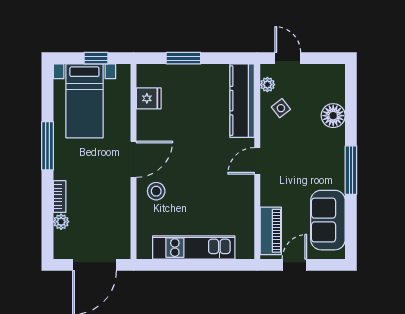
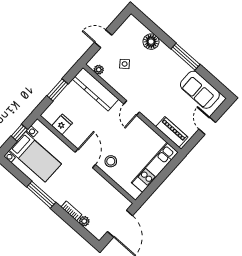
plant: (267, 85) -> (99, 70), moved
kitchen counter: (242, 101) -> (95, 89), moved
door: (257, 161) -> (132, 108), moved
wall: (257, 162) -> (132, 108), moved
piano: (271, 231) -> (172, 132), moved

